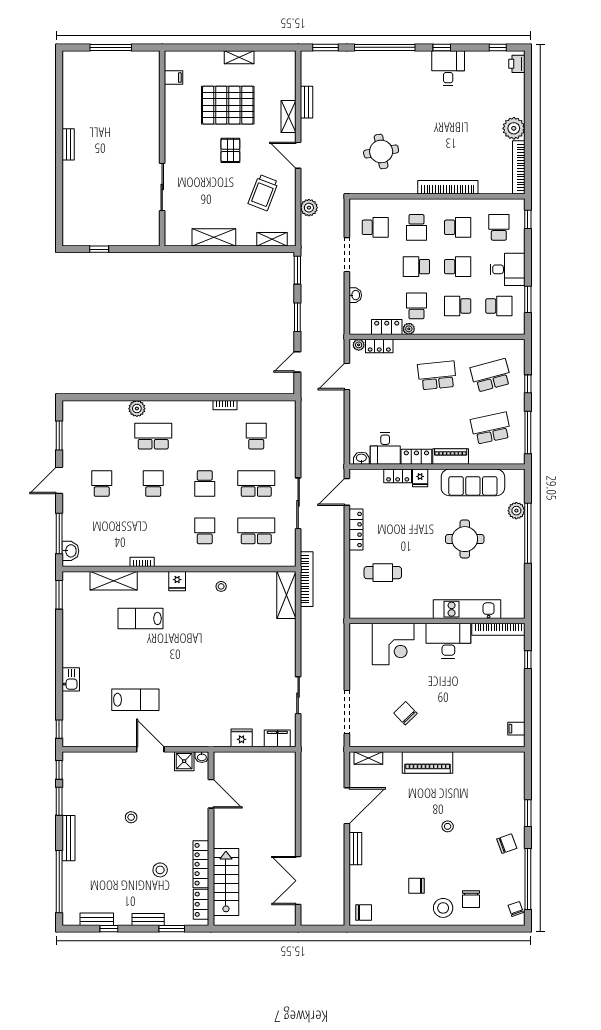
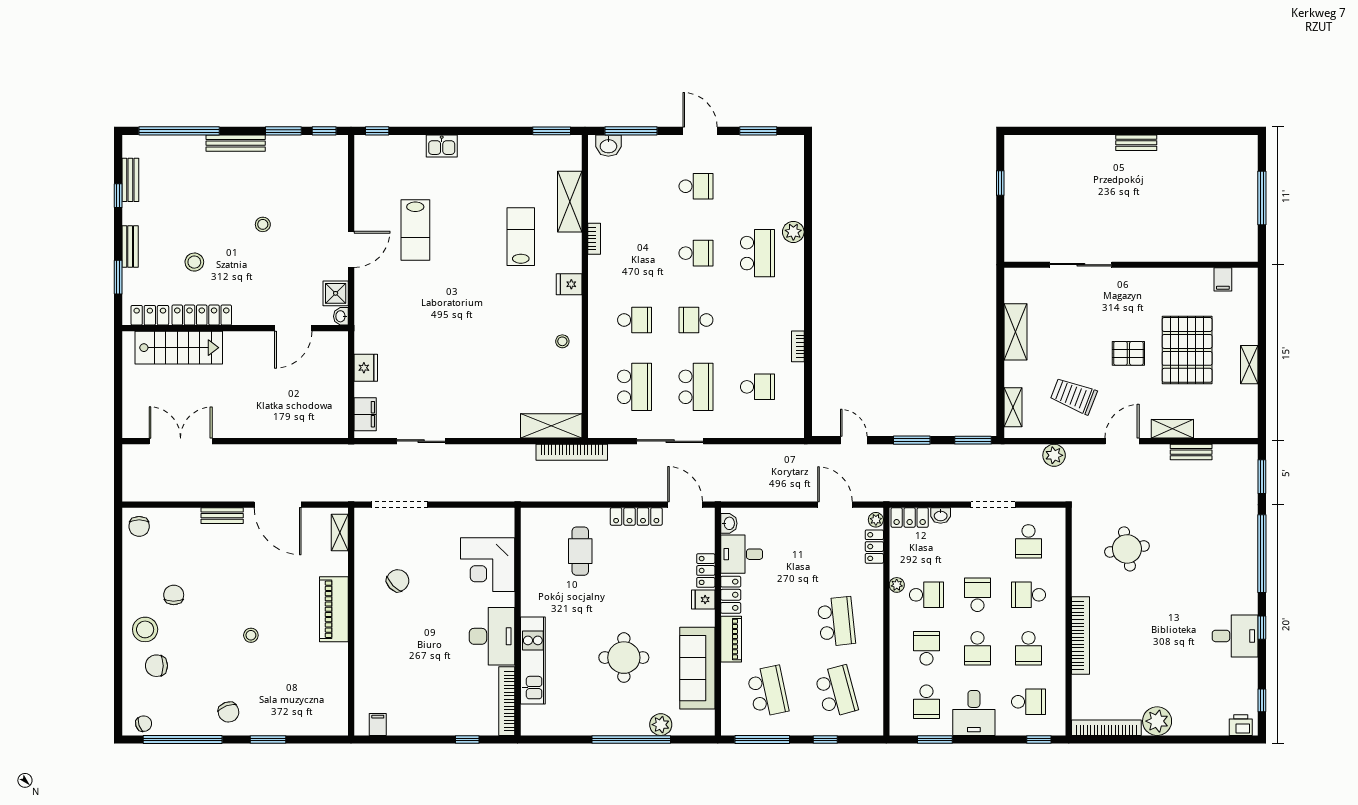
locker: (387, 327) -> (910, 517), moved, turned 90

